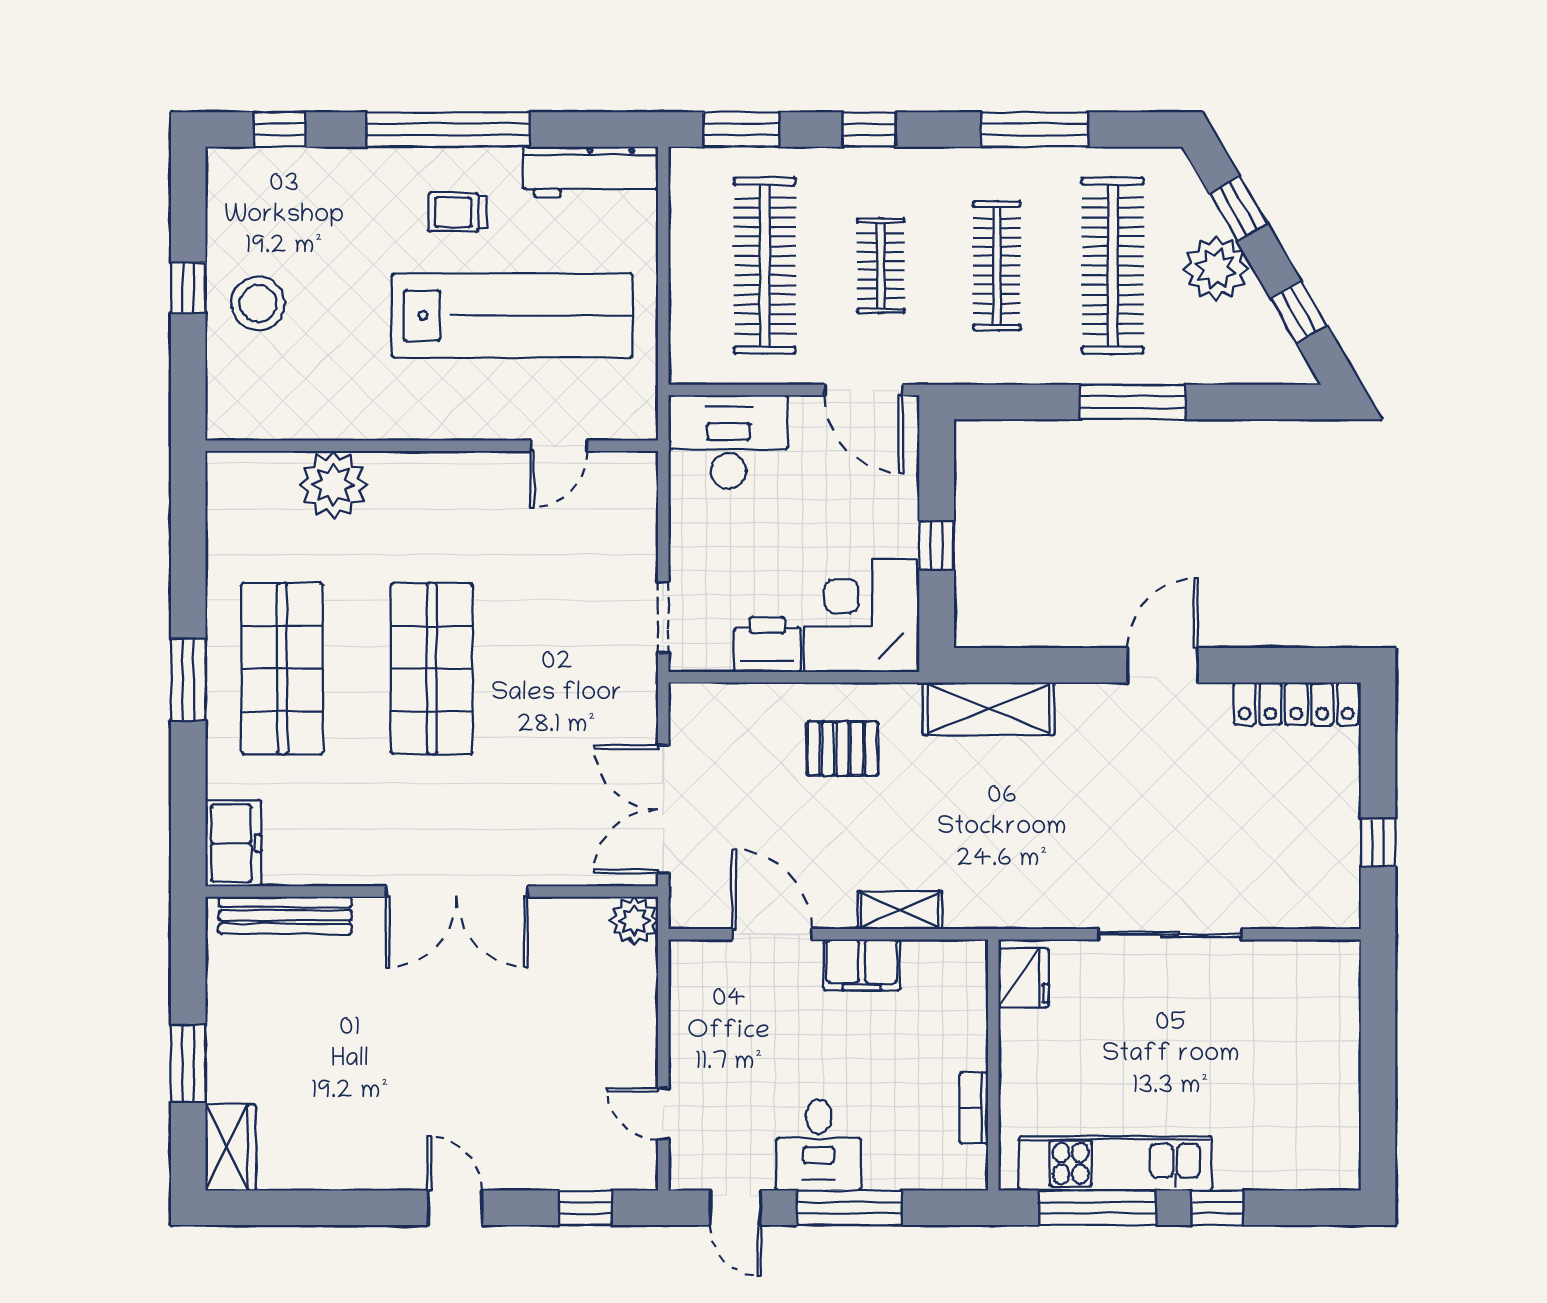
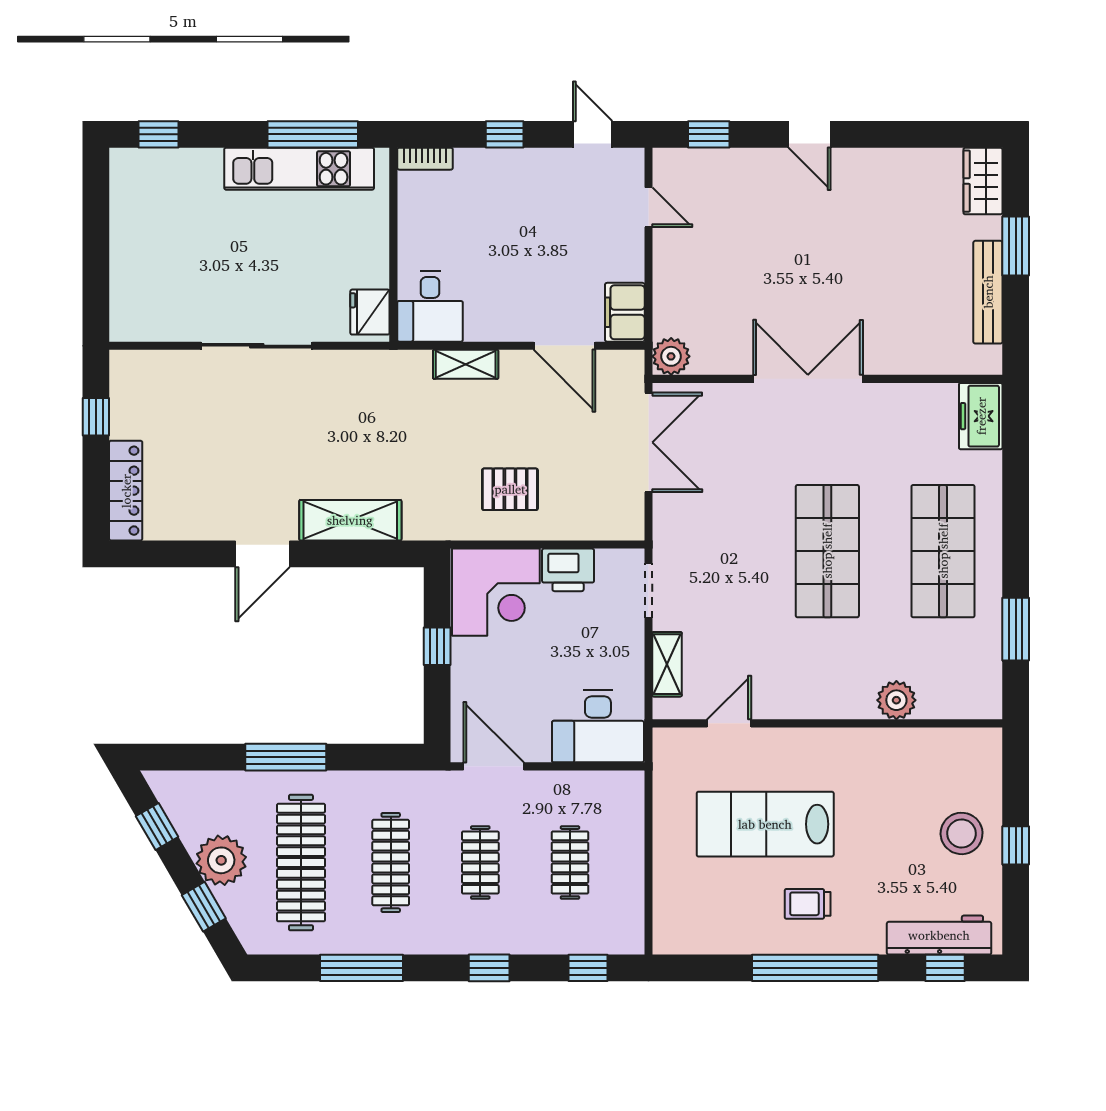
window: (741, 129) -> (588, 968), width x0.67
workbench: (591, 172) -> (939, 935), moved
trolley: (457, 212) -> (808, 904), turned 180
clothes rail: (765, 266) -> (570, 863), width x0.54, depth x0.76
lab bench: (512, 315) -> (765, 824), width x0.73
plant: (333, 485) -> (896, 700), width x0.73, depth x0.73
shelving: (639, 522) -> (667, 664), added
window: (188, 680) -> (1016, 629), moved
locker: (1296, 704) -> (126, 491), moved, turned 90
shelving: (989, 709) -> (350, 520), moved
bench: (285, 915) -> (988, 292), moved, turned 90
filing cabinet: (862, 965) -> (625, 312), moved, turned -90
bookcase: (974, 1108) -> (425, 159), moved, turned 90
desk: (819, 1145) -> (430, 307), moved, turned 180
window: (849, 1208) -> (505, 134), width x0.46
window: (1217, 1208) -> (159, 134), moved

